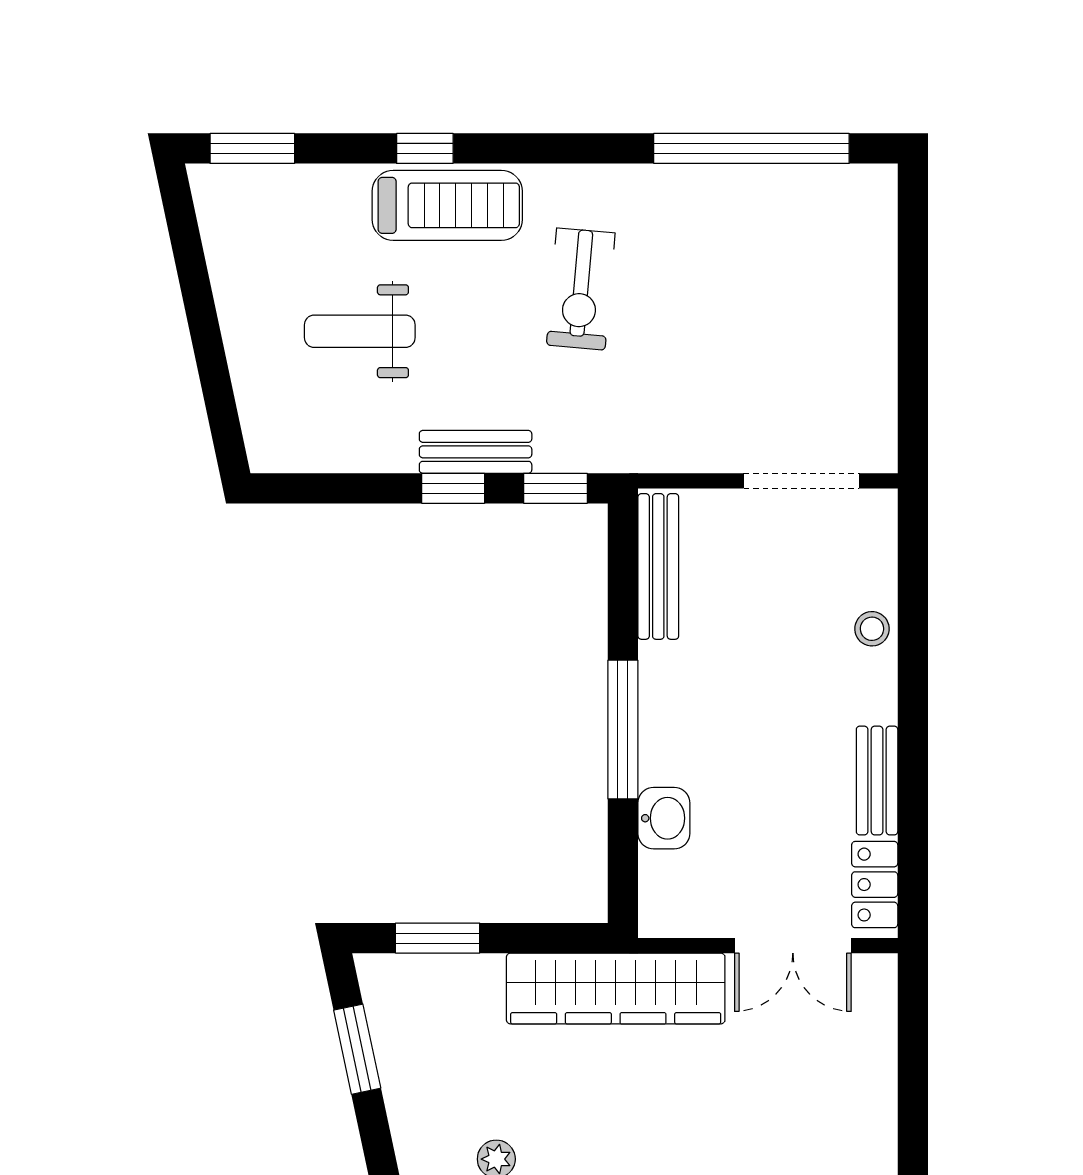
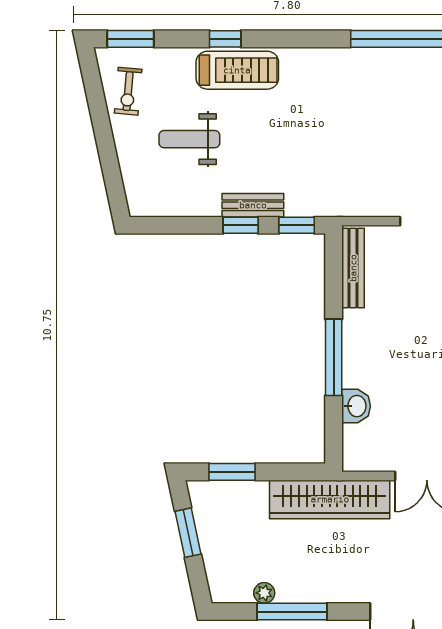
exercise bike: (581, 289) -> (128, 91), moved, width x0.73, depth x0.72

